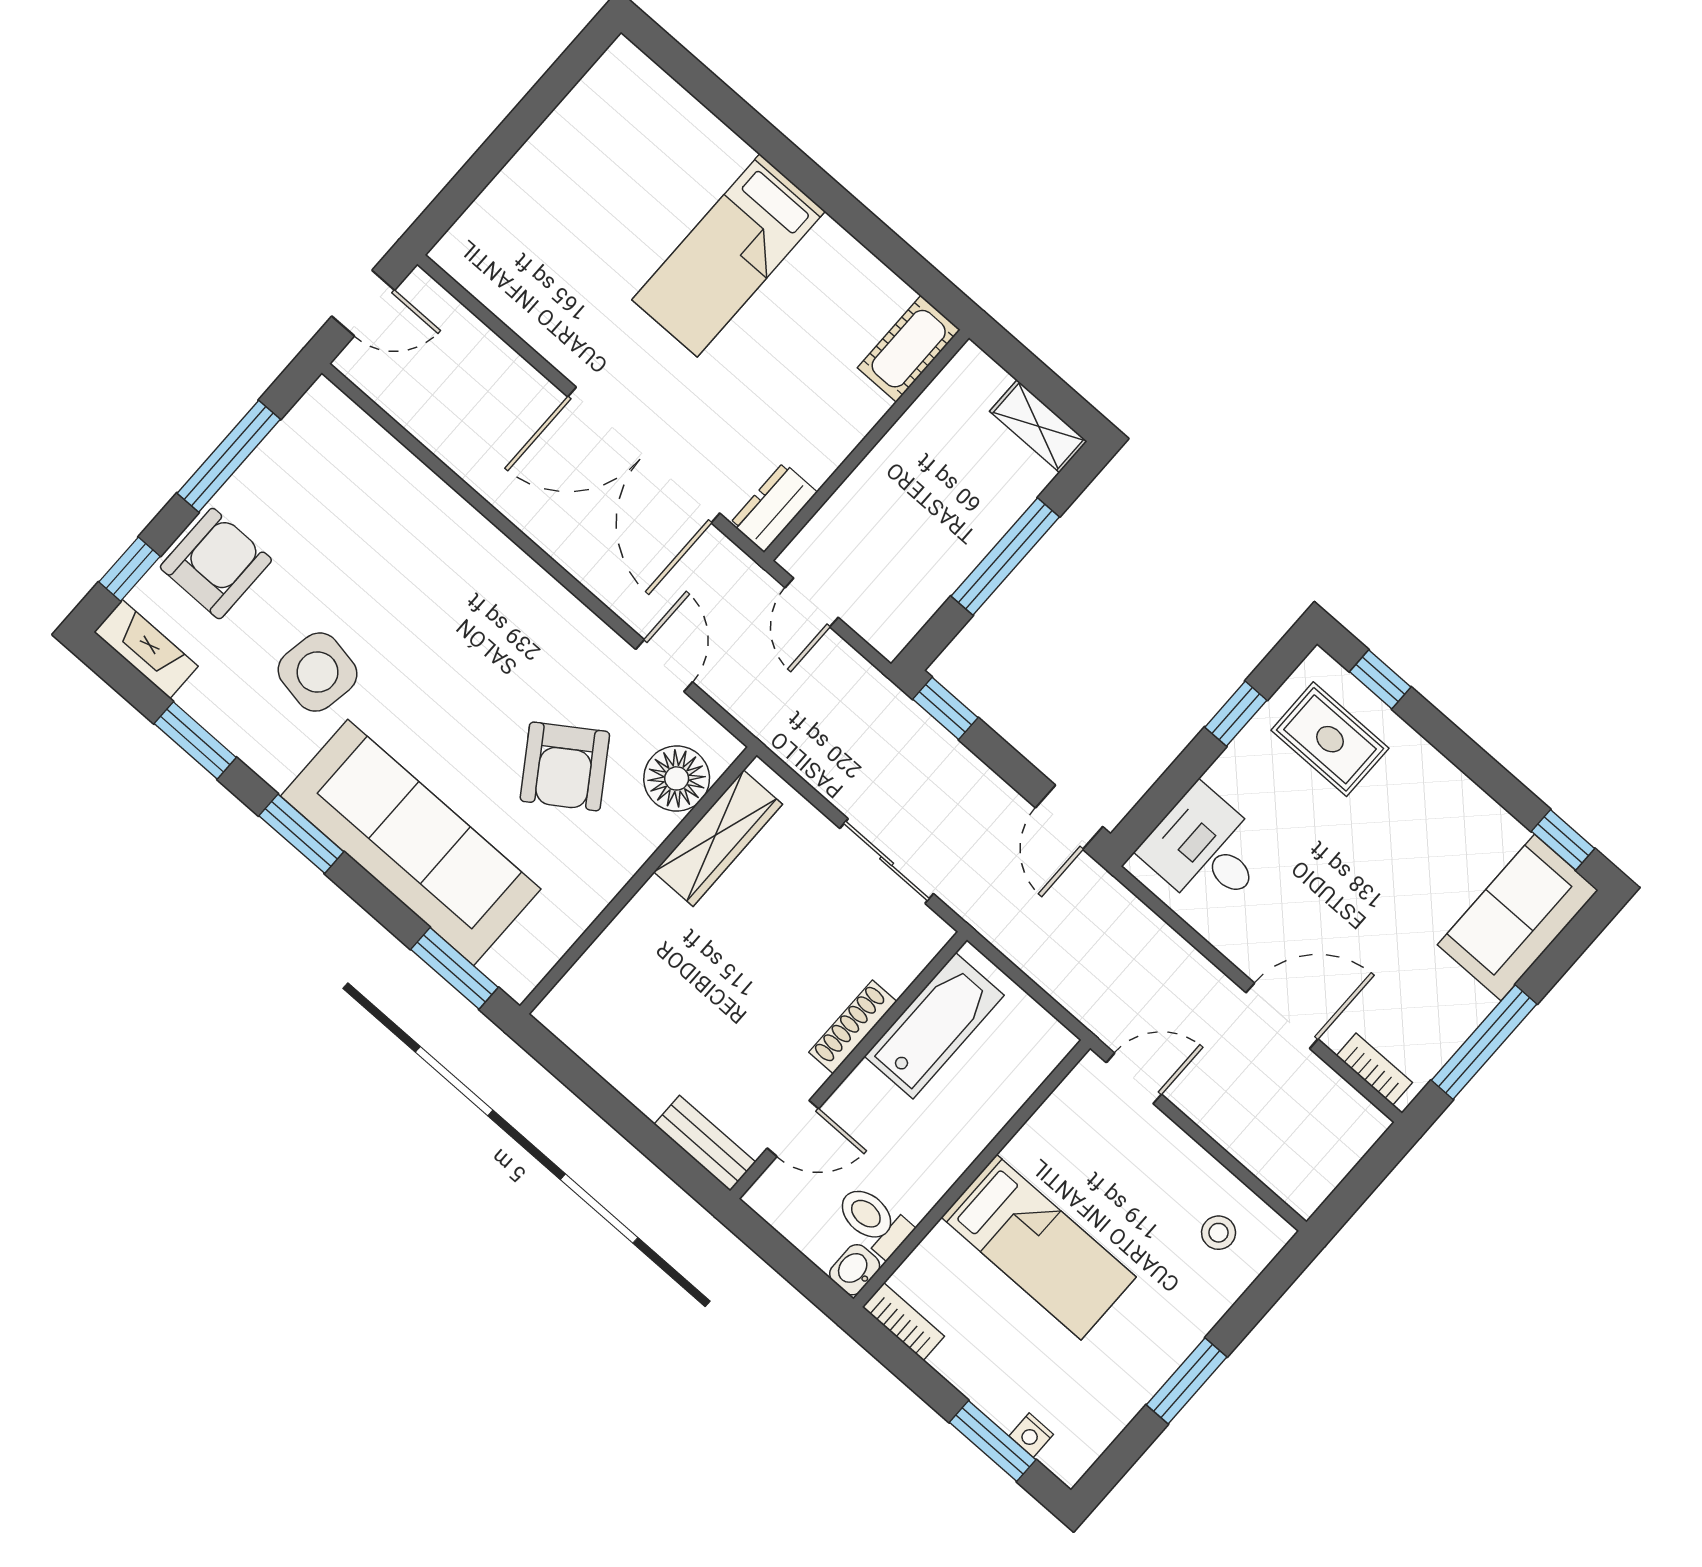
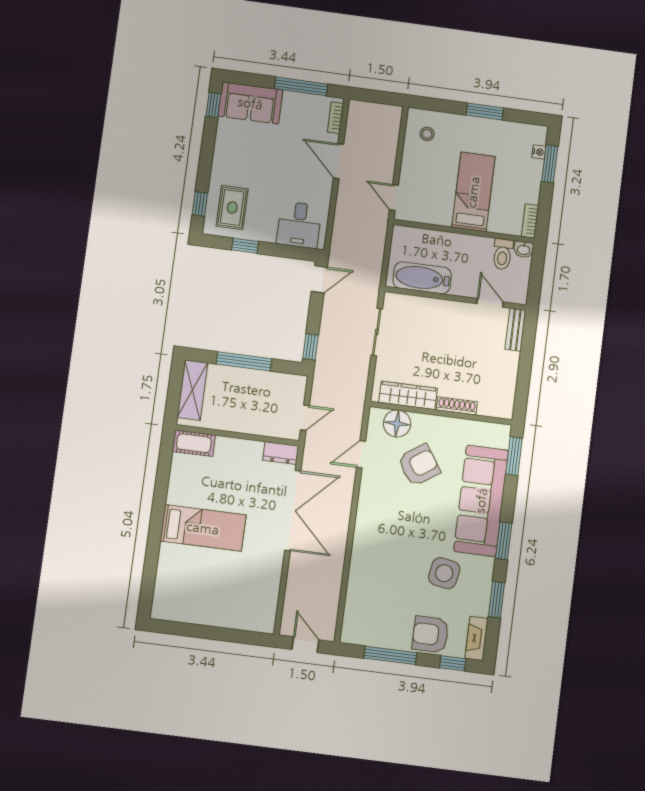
shelving: (1038, 426) -> (192, 390), width x1.50, depth x1.33
shoe rack: (853, 1027) -> (457, 406), moved, turned 180

